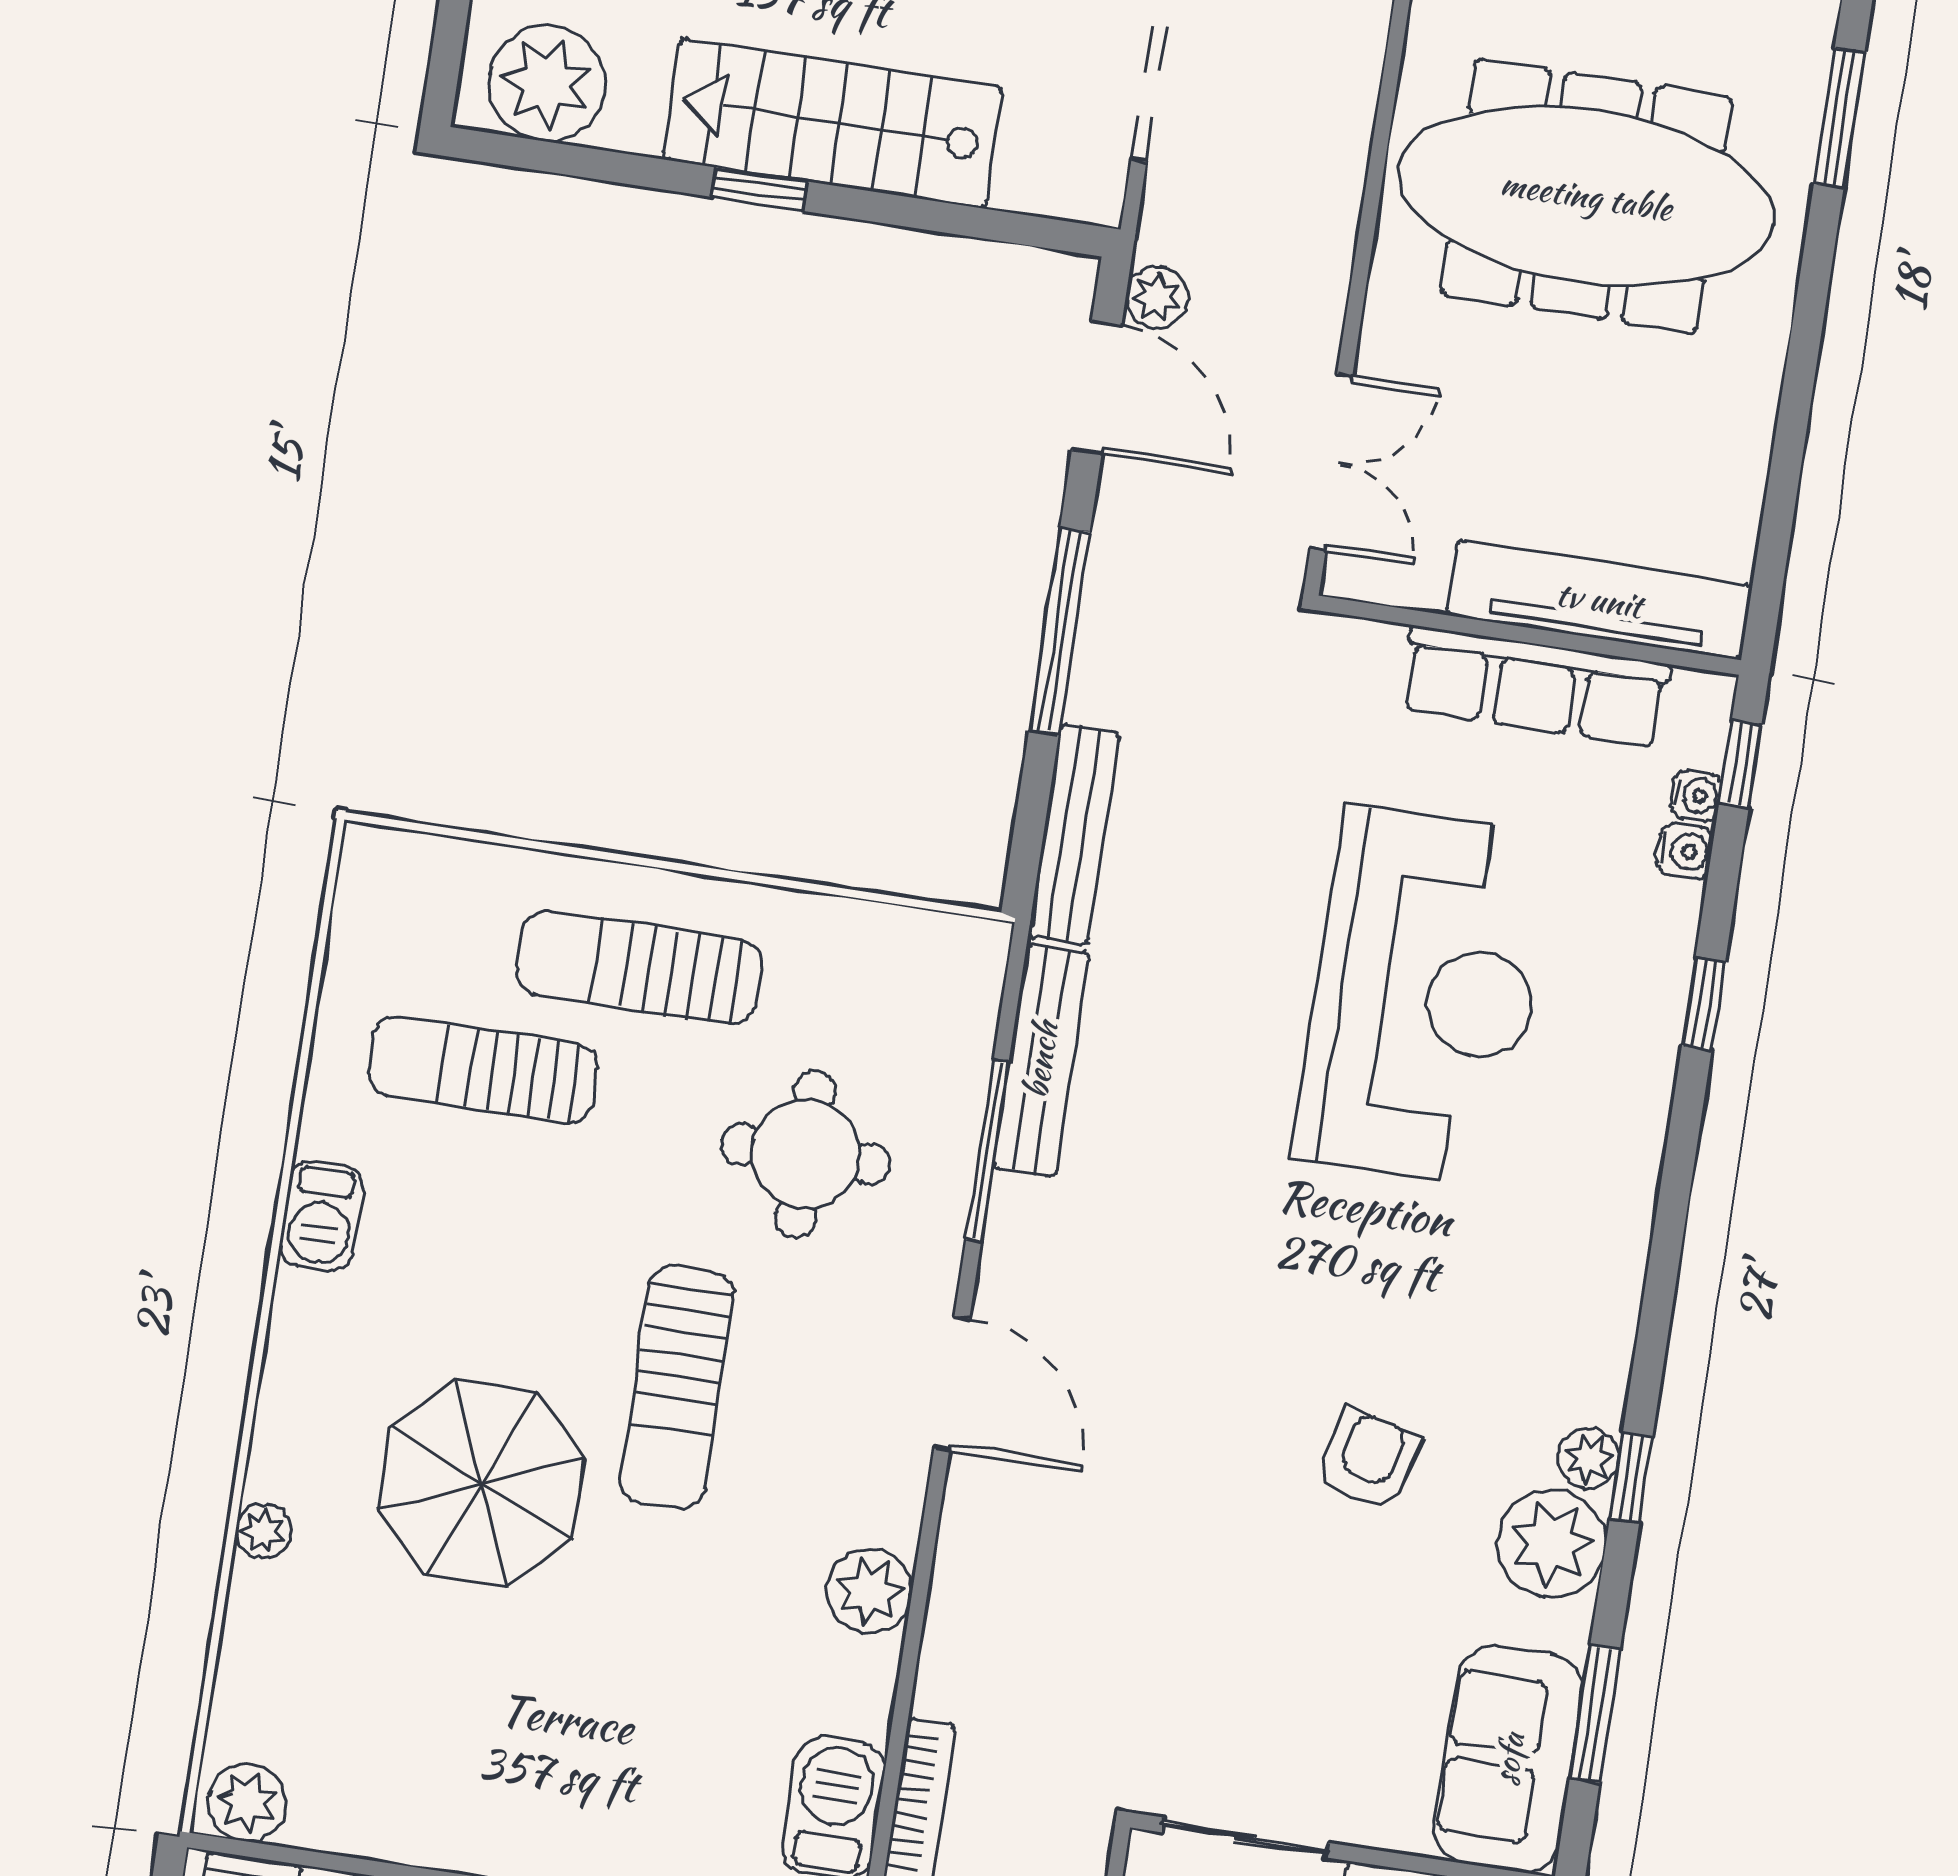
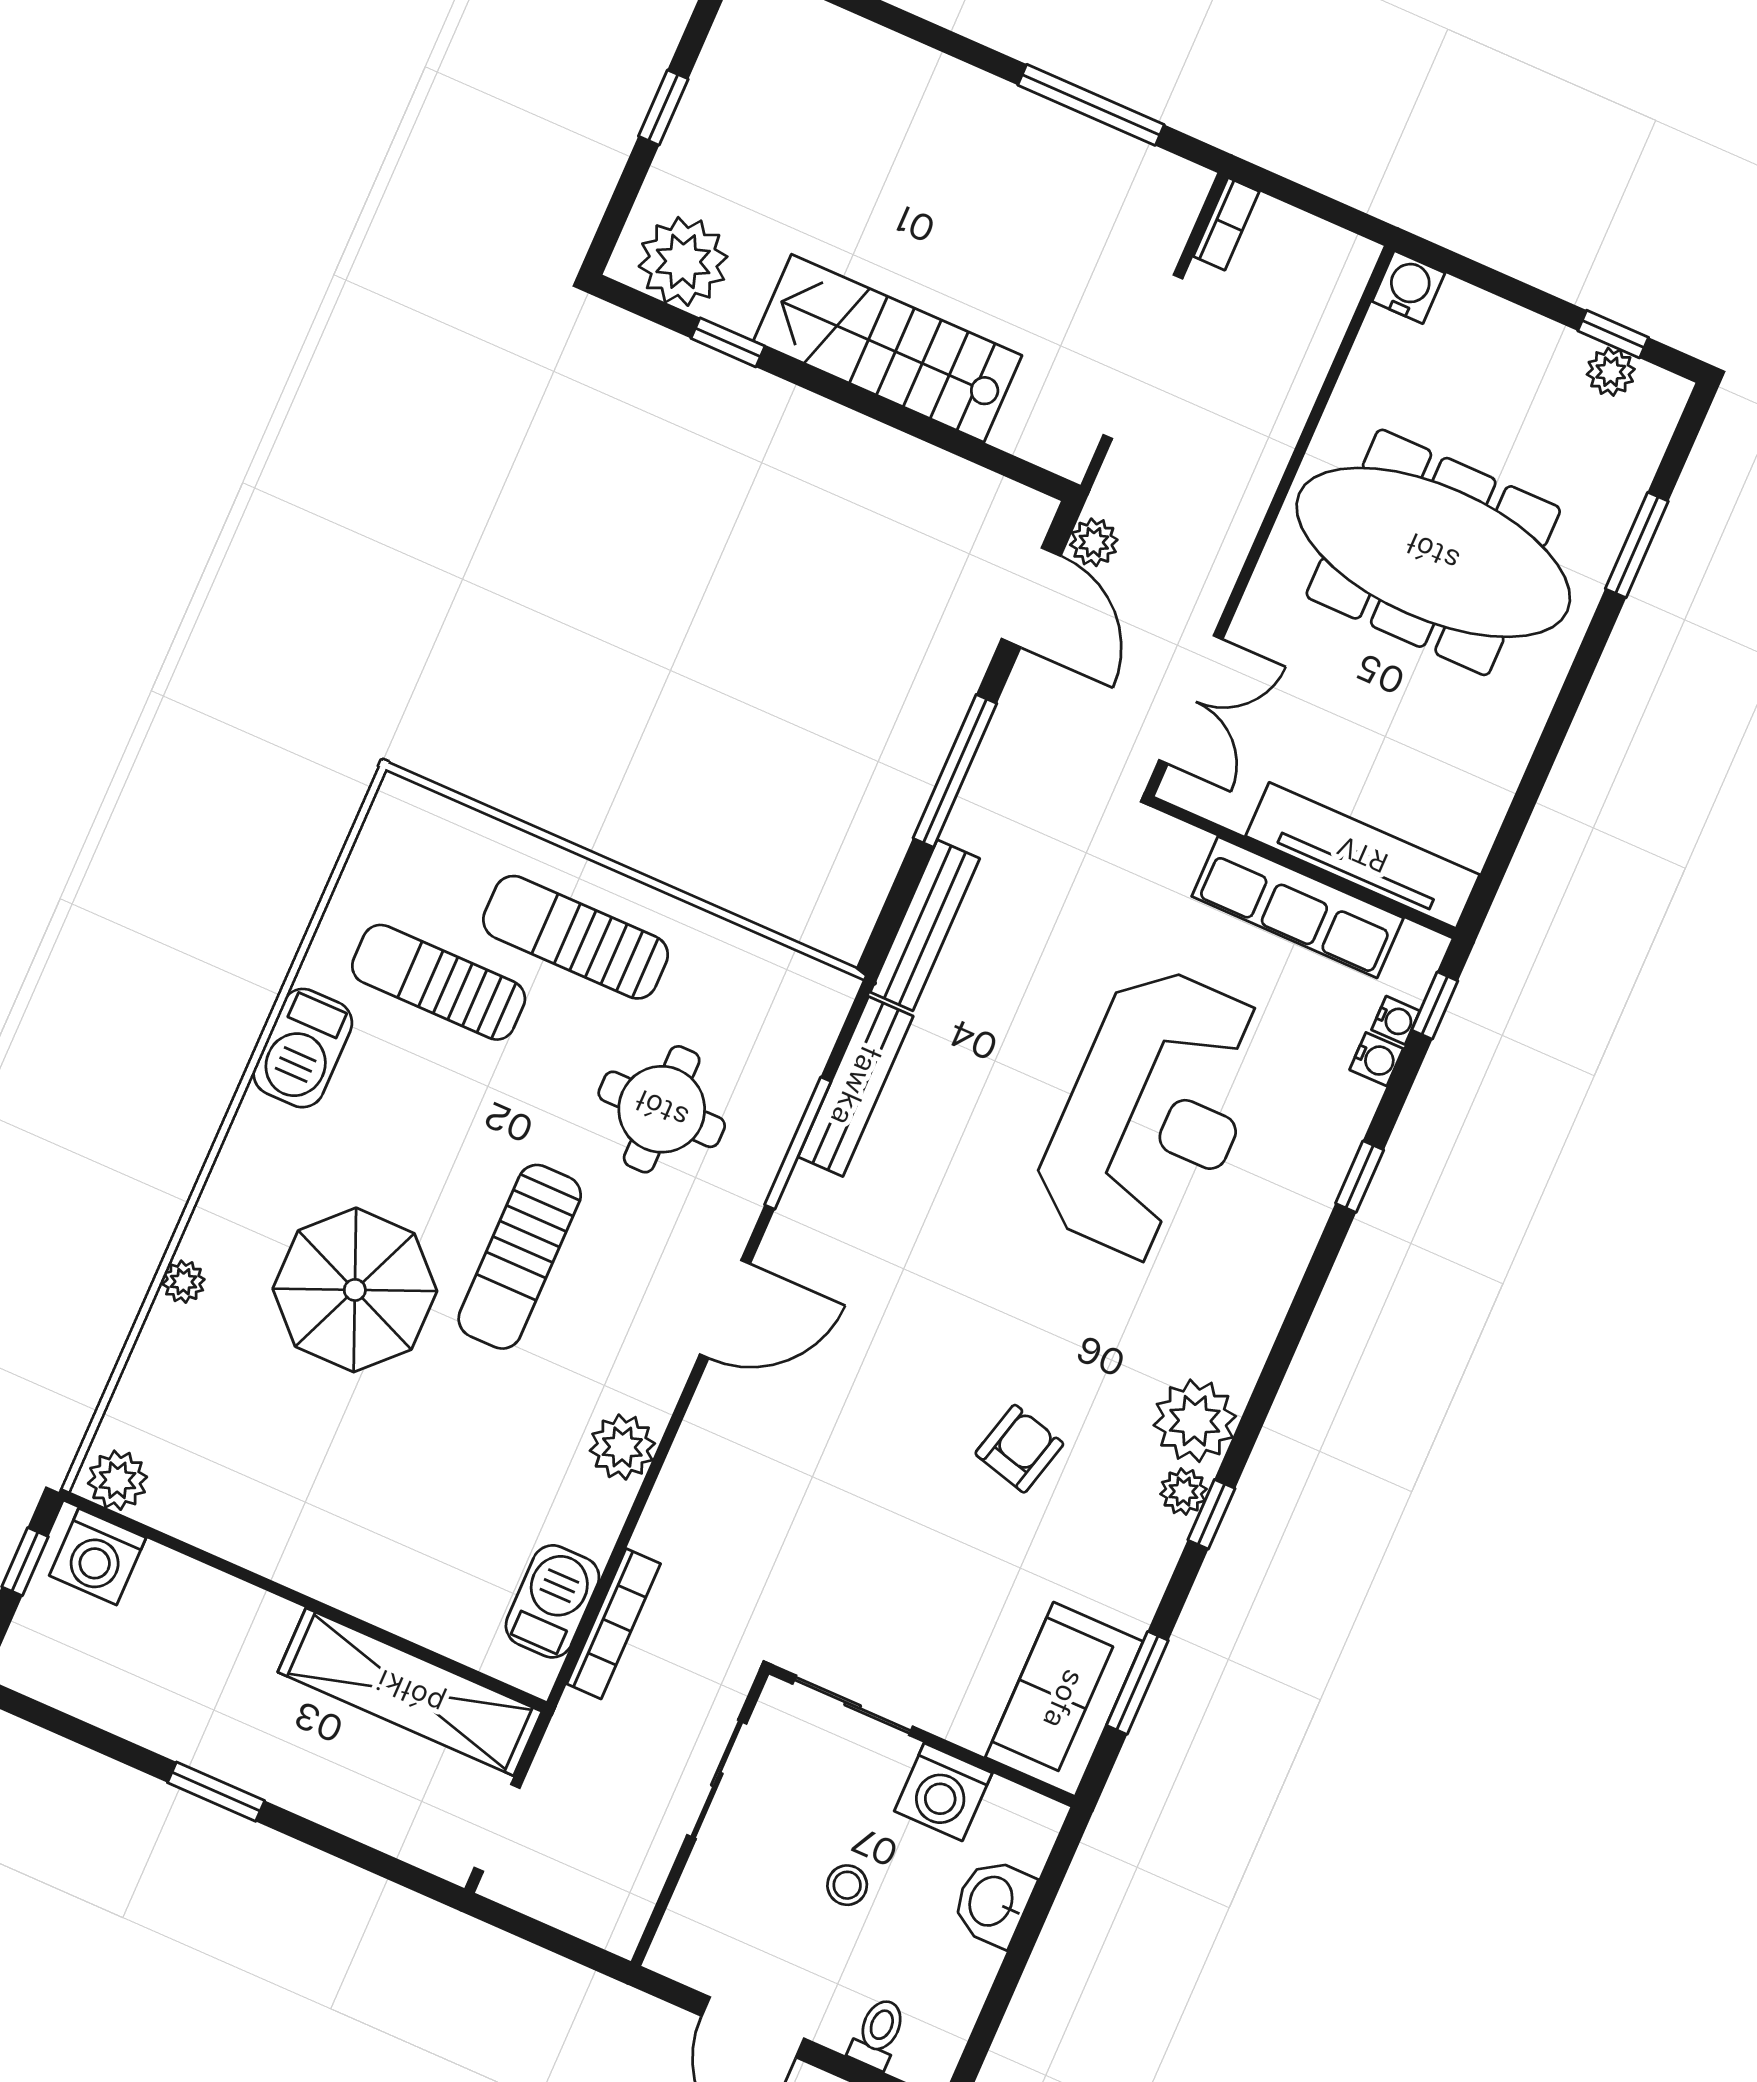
window: (760, 189) -> (728, 342), moved
barbecue: (322, 1216) -> (303, 1048), width x1.38, depth x1.27
door: (952, 1383) -> (725, 1309), hinge flipped
plant: (1552, 1544) -> (1195, 1421), moved

